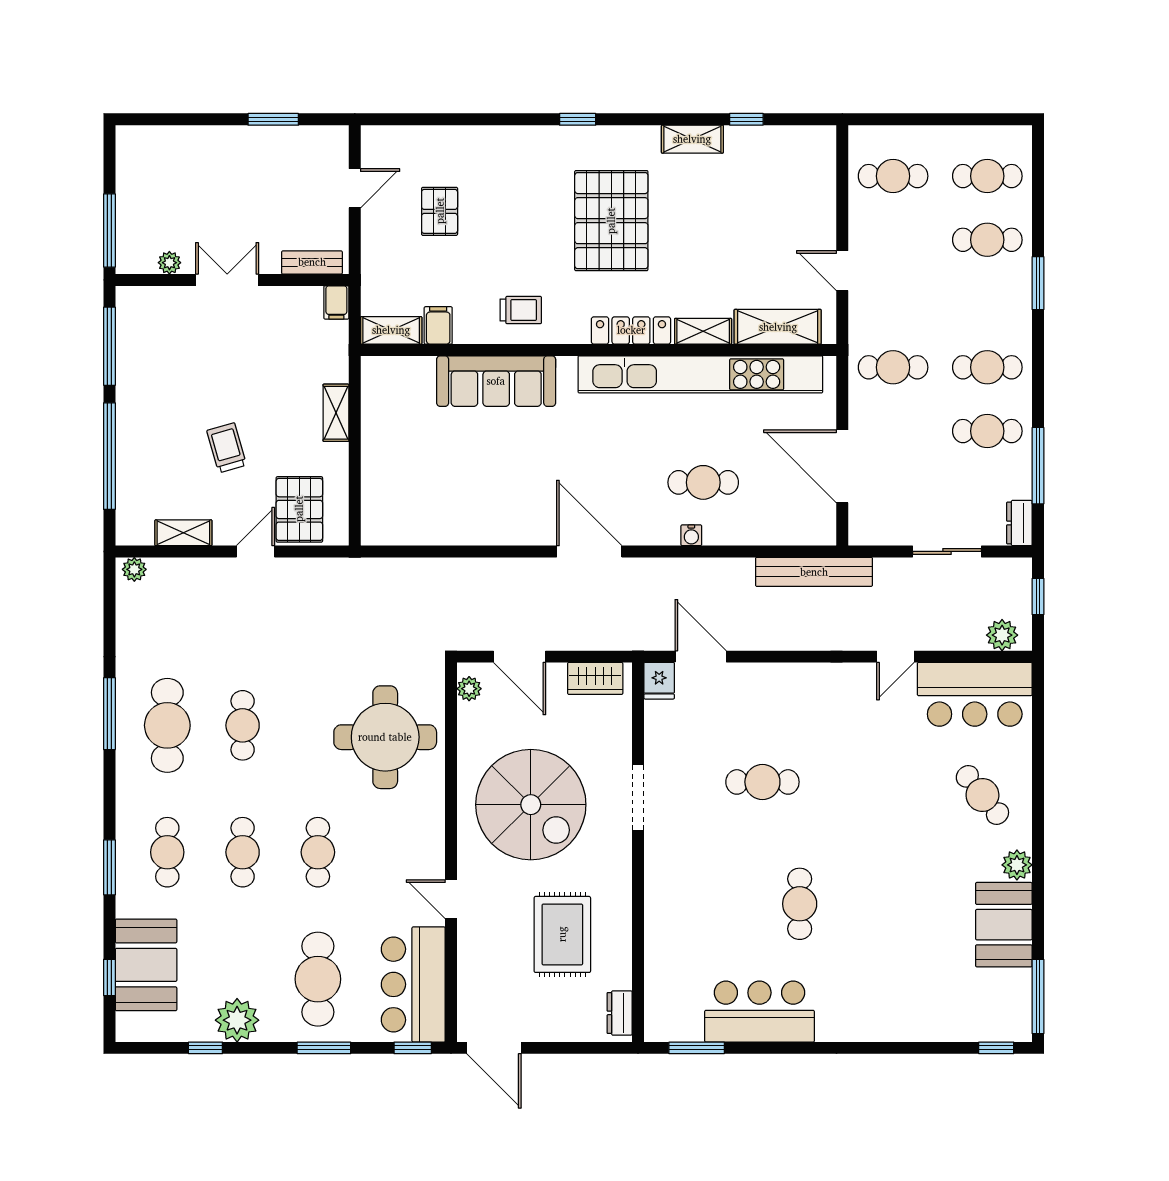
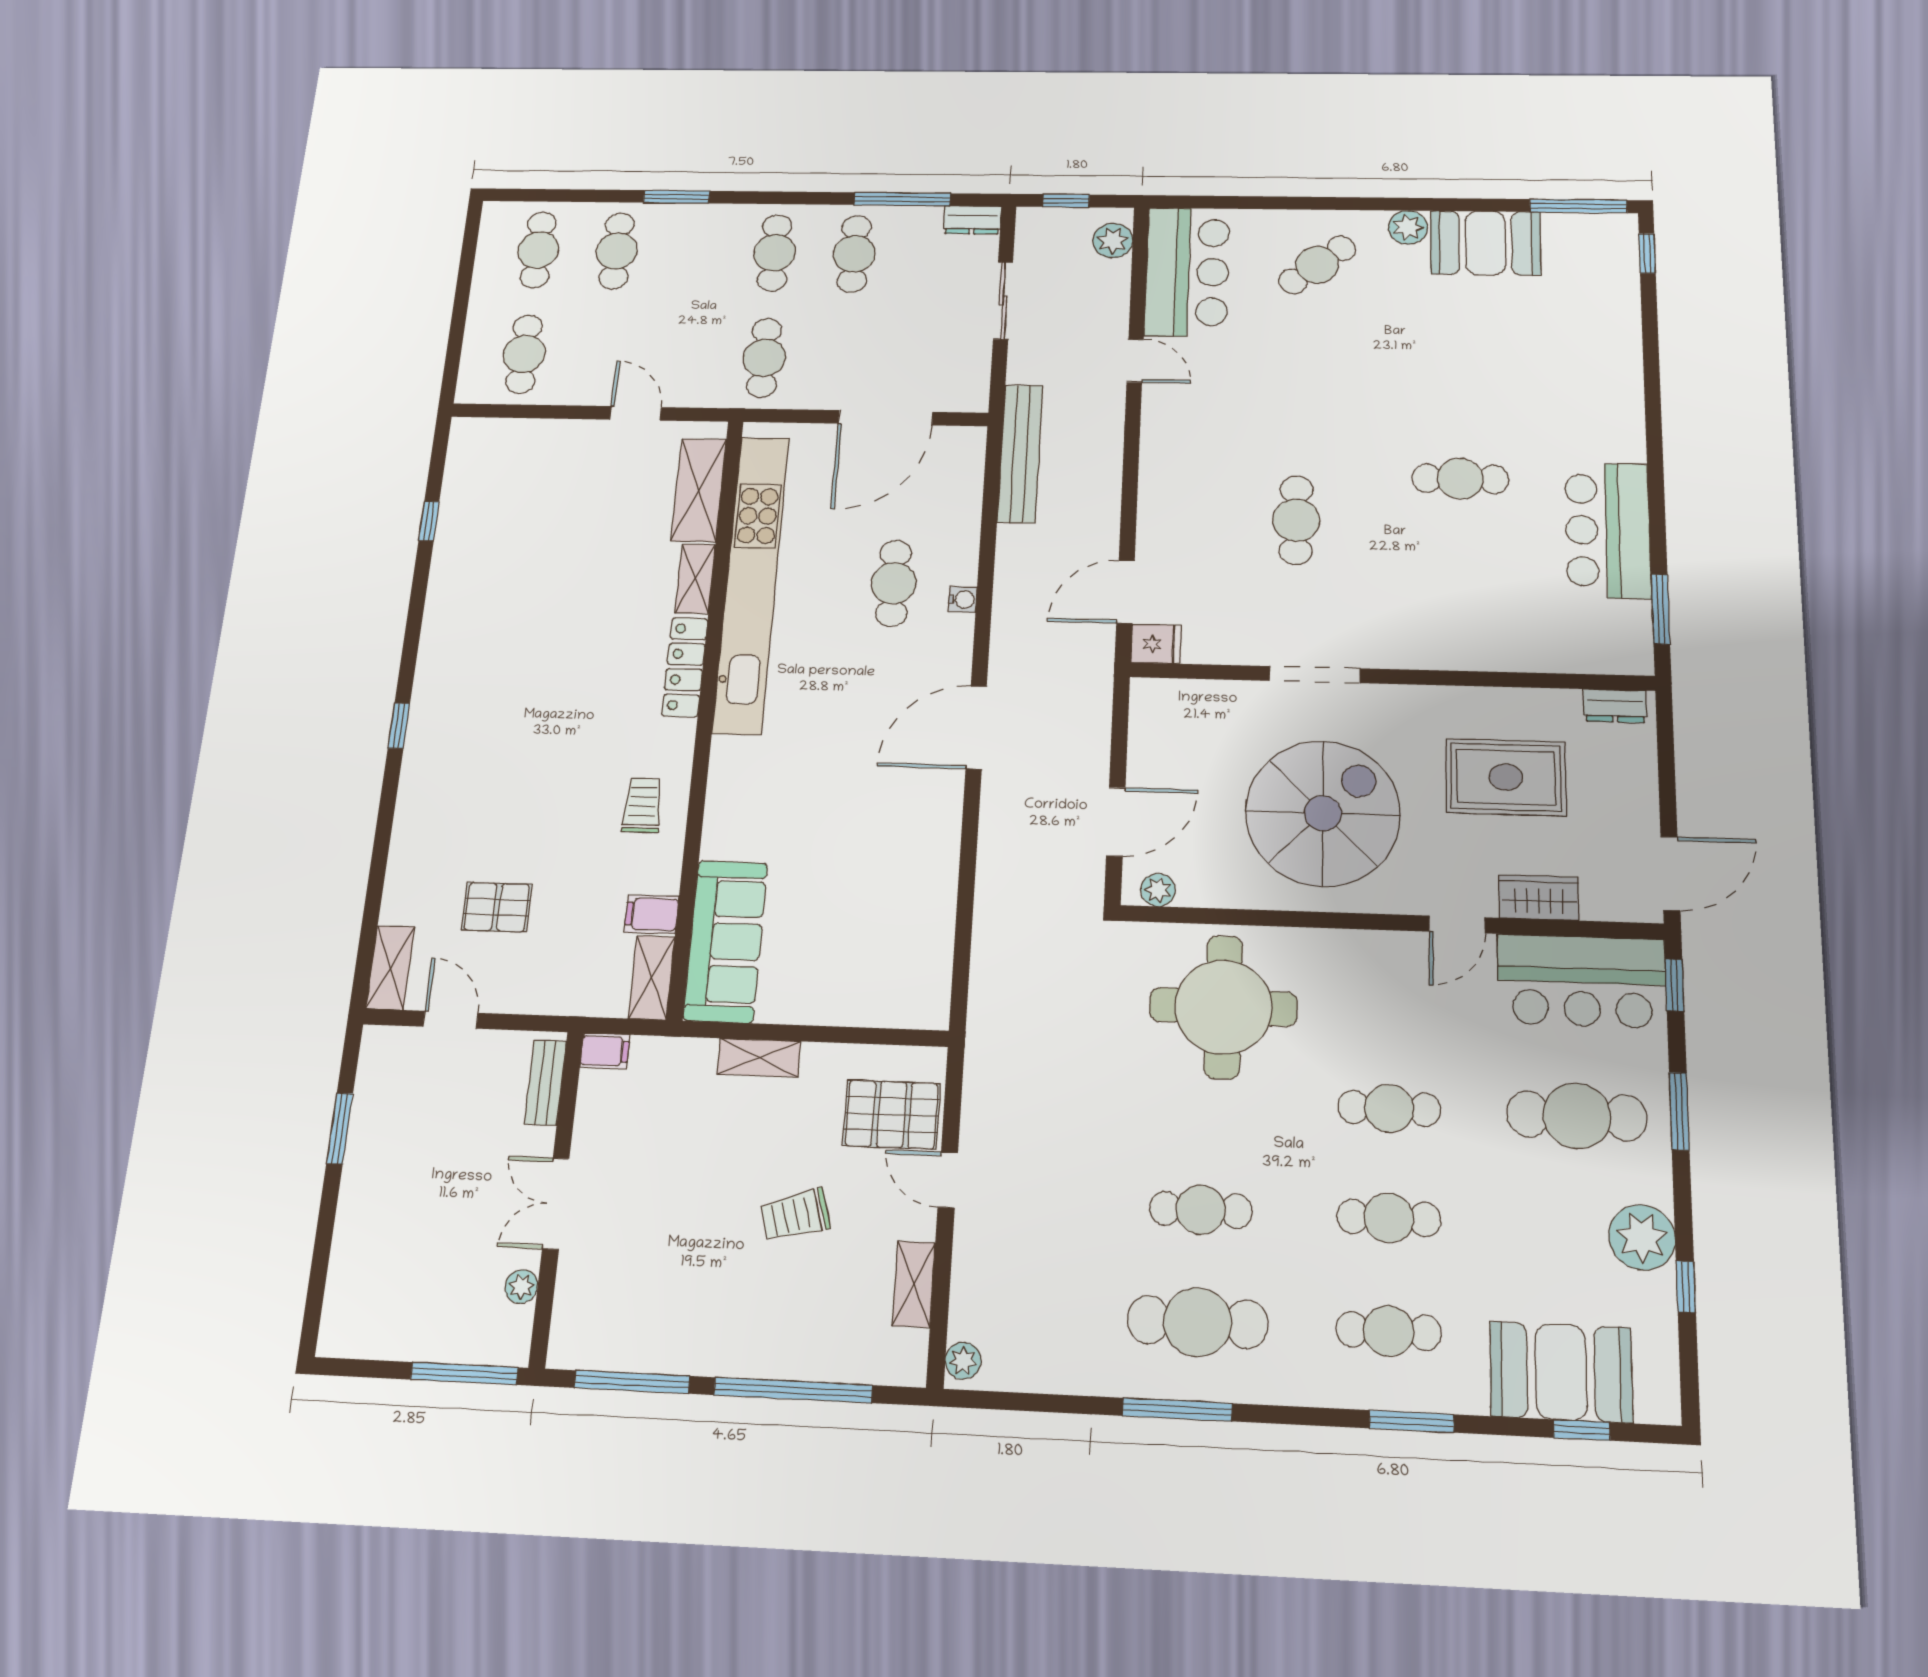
shelving: (692, 139) -> (390, 967), moved
pallet: (611, 221) -> (537, 687), removed
door: (842, 271) -> (636, 413), swing flipped
sofa: (496, 381) -> (726, 941), moved
wardrobe: (595, 678) -> (1539, 898), moved, turned -90

